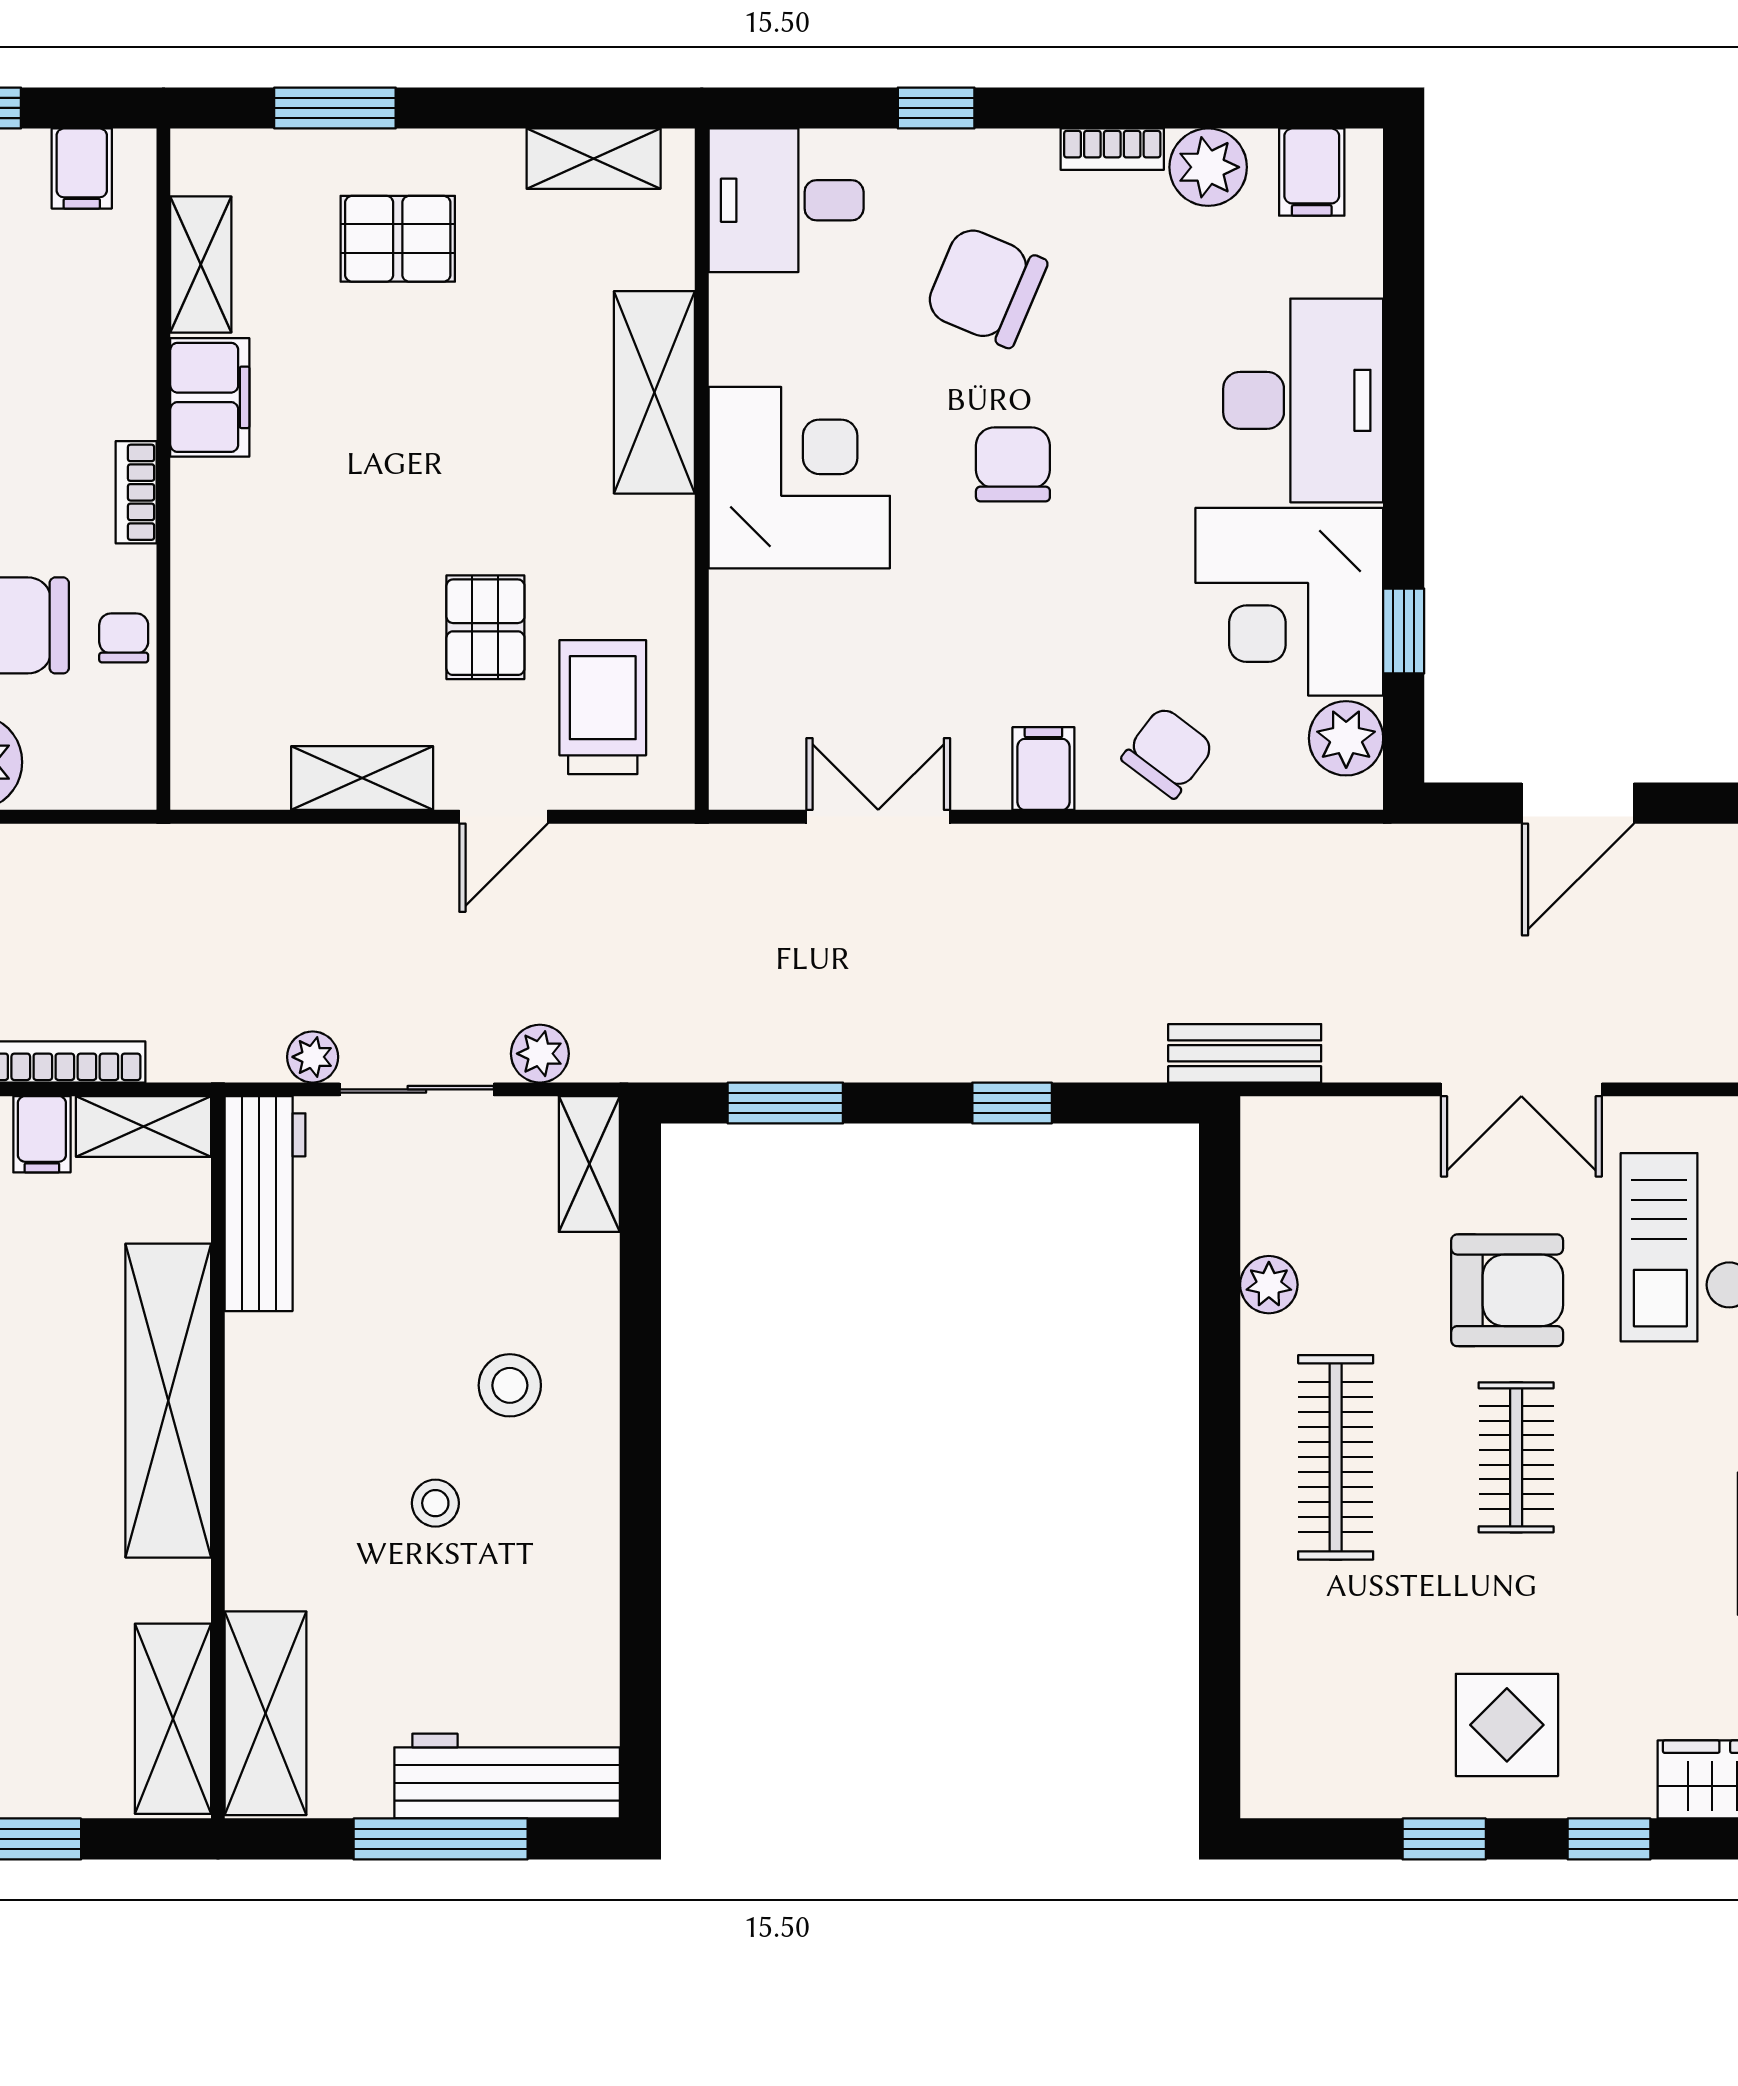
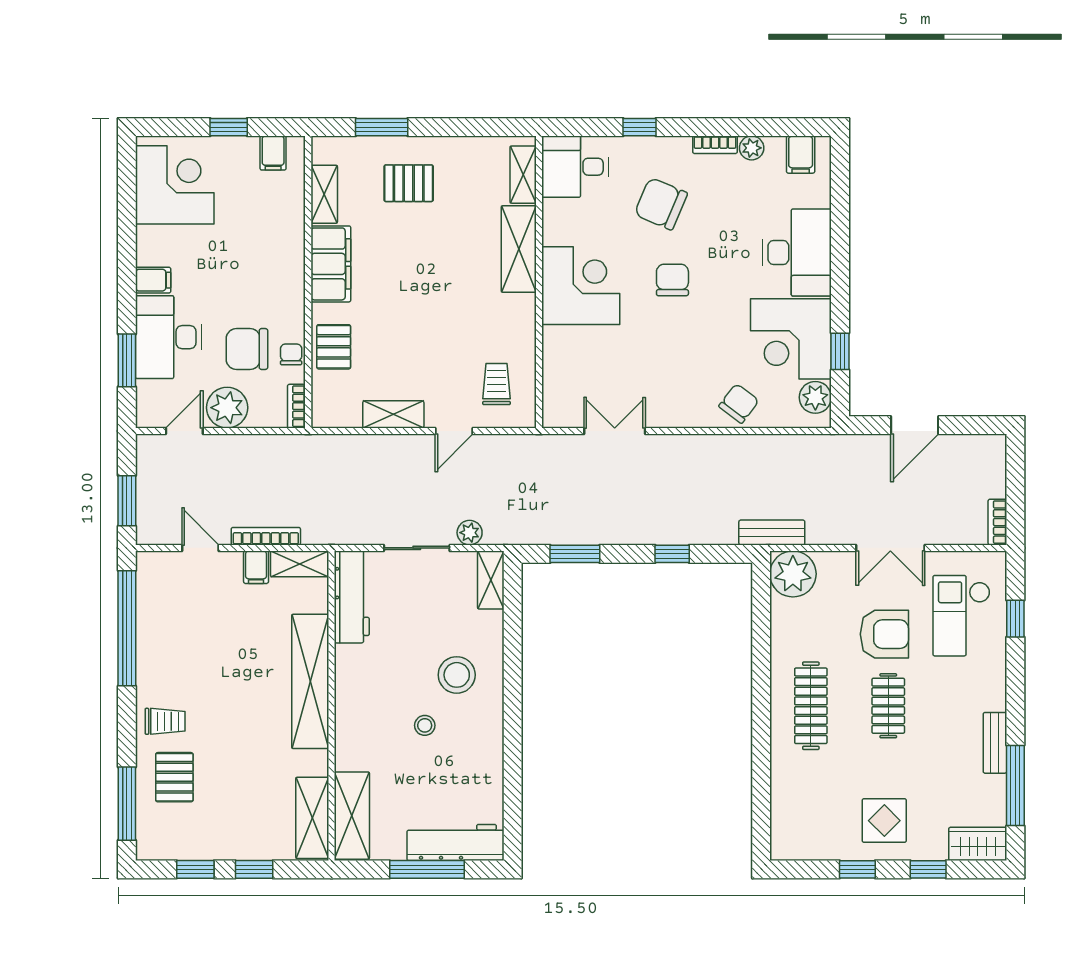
shelving: (594, 159) -> (523, 175), moved, turned 90
plant: (1208, 167) -> (752, 148), width x0.73, depth x0.73
filing cabinet: (210, 397) -> (331, 264), width x1.50, depth x1.17
bookcase: (136, 492) -> (296, 406), moved
pallet: (485, 627) -> (334, 347), moved
trolley: (603, 707) -> (497, 384), width x0.73, depth x0.72
filing cabinet: (1043, 769) -> (686, 410), removed
plant: (313, 1057) -> (372, 534), removed
plant: (1269, 1285) -> (793, 574), moved, width x1.88, depth x1.88
stool: (510, 1385) -> (457, 675), width x1.38, depth x1.38

